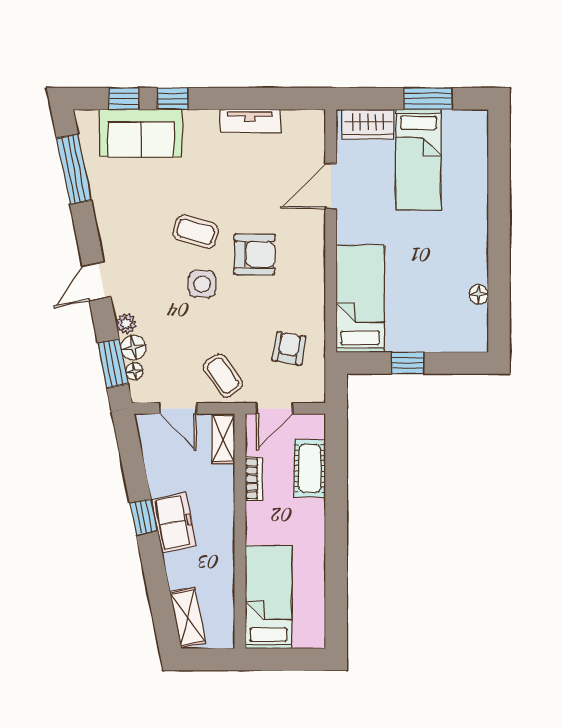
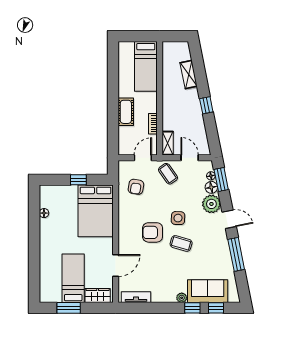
plant: (195, 120) -> (182, 298), added
tv unit: (250, 121) -> (136, 297), moved
window: (74, 169) -> (236, 254), moved
door: (97, 282) -> (229, 219), hinge flipped
bed: (360, 299) -> (96, 211), width x1.50
plant: (126, 324) -> (211, 204), width x1.88, depth x1.88
cot: (310, 468) -> (126, 112), moved
freezer: (174, 523) -> (192, 102), removed
shelving: (188, 618) -> (189, 75), moved

